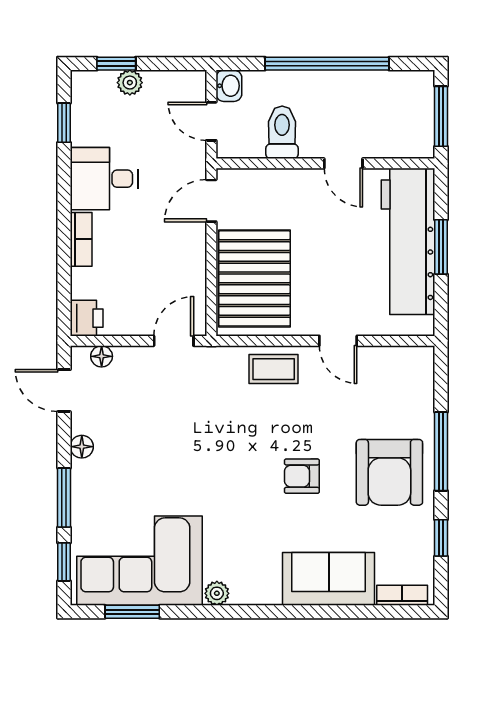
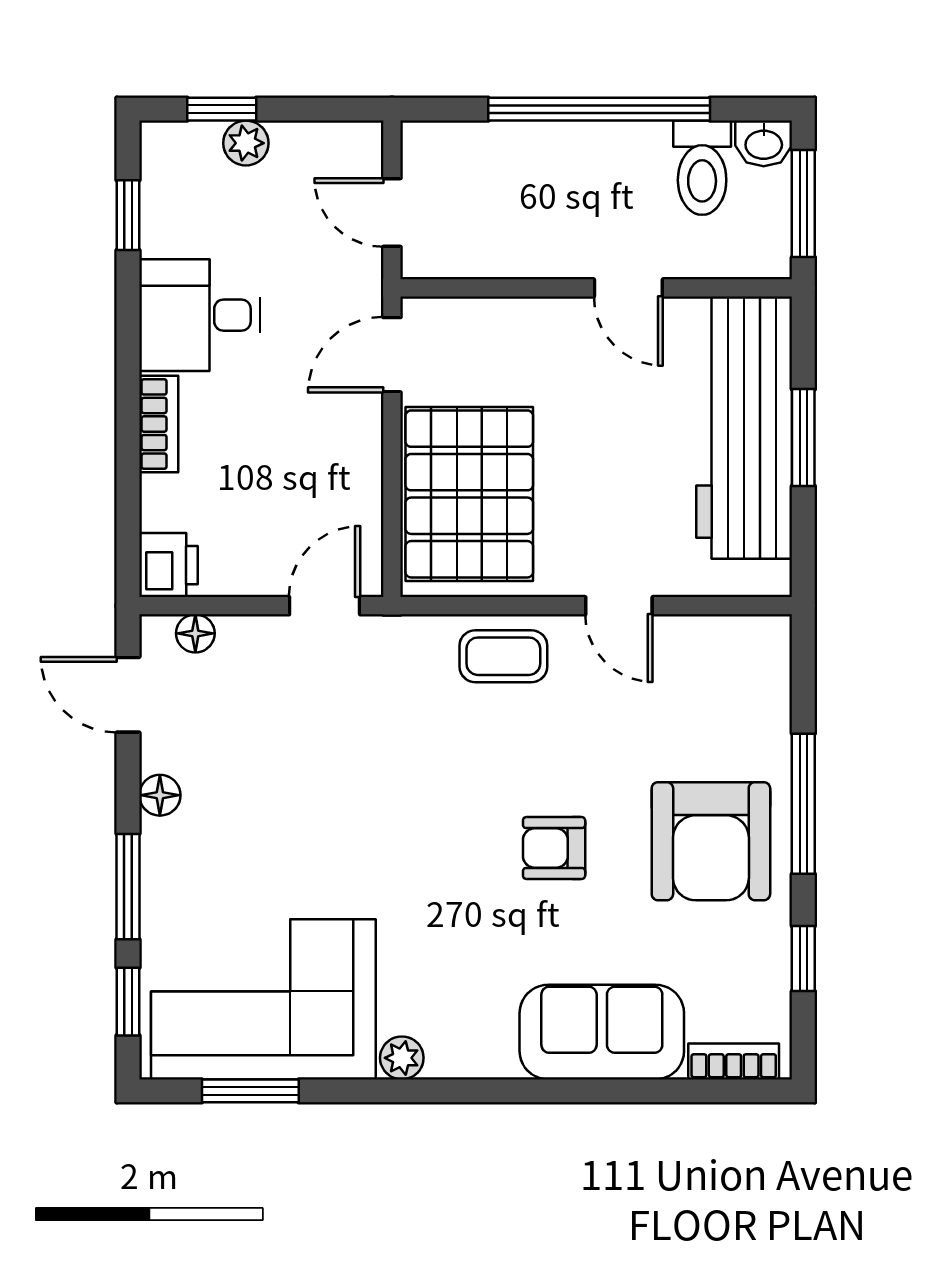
washbasin: (229, 86) -> (764, 143), moved, turned 90
toilet: (282, 132) -> (702, 168), moved, turned 180

